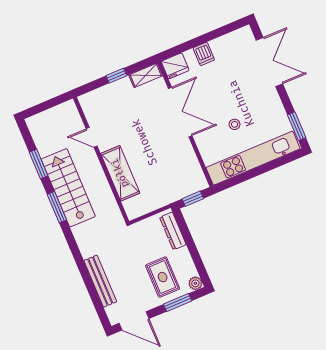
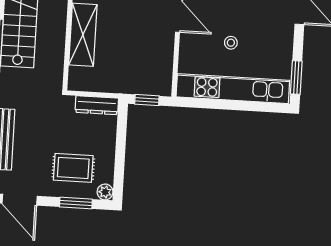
dresser: (173, 231) -> (97, 105), moved, turned -90
rug: (163, 277) -> (73, 168), turned 90

